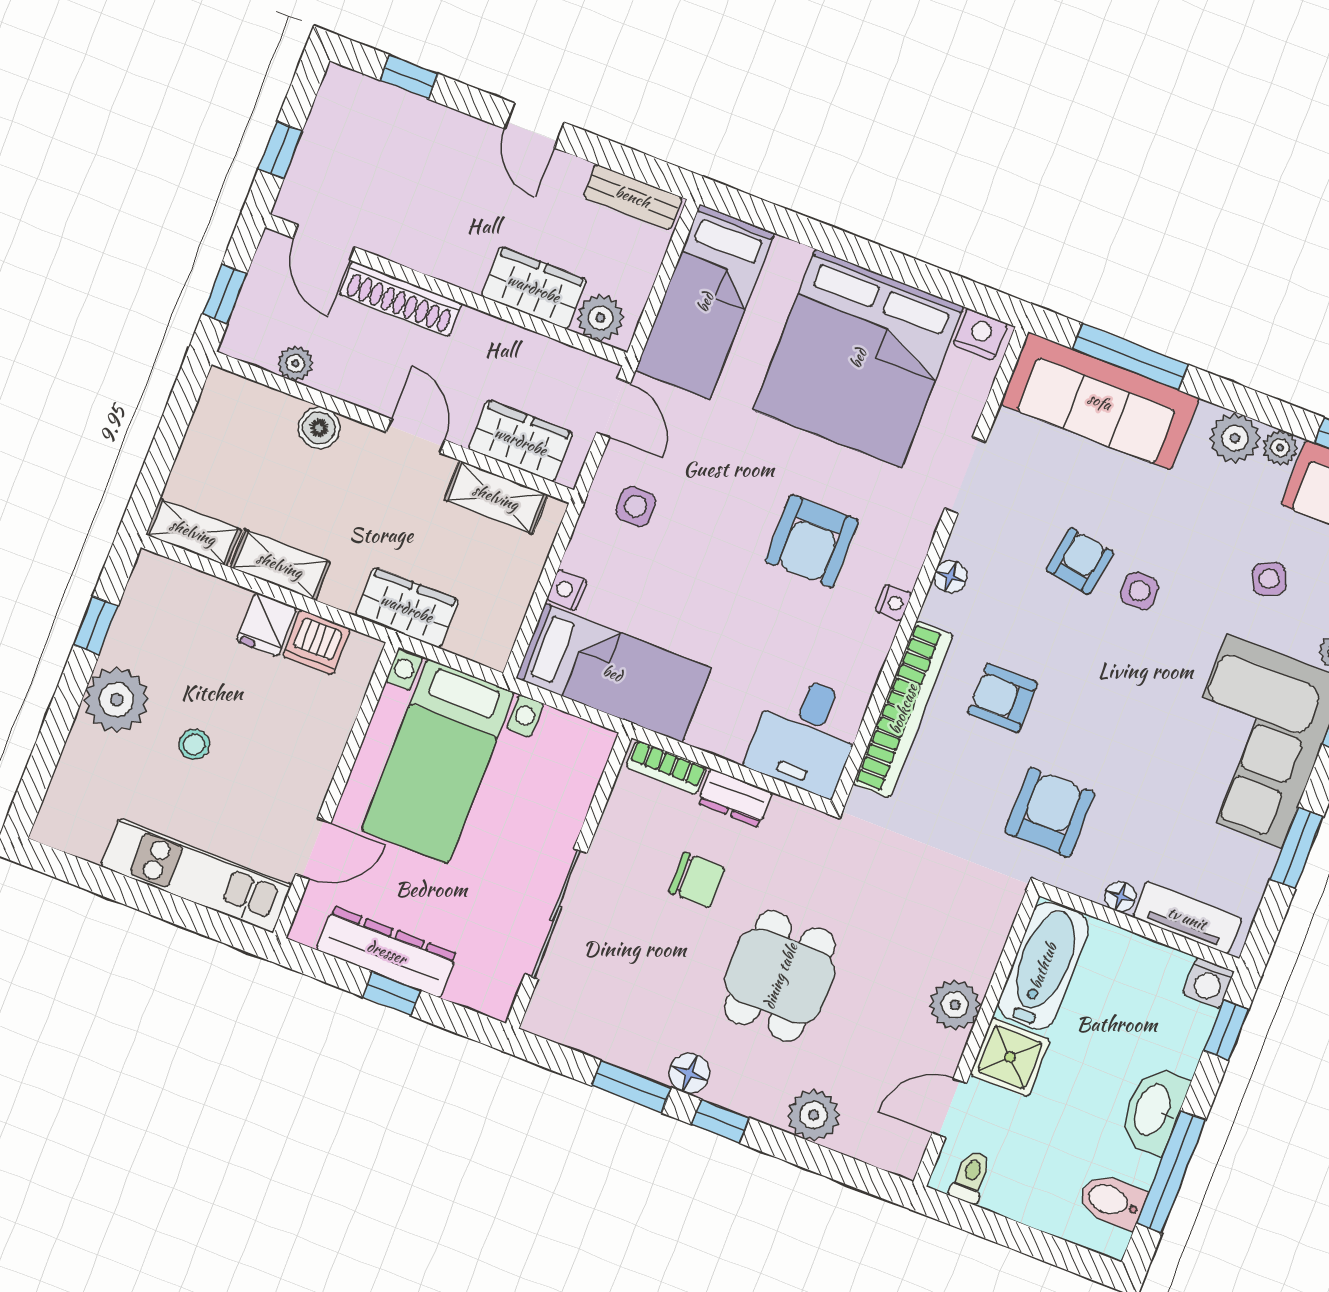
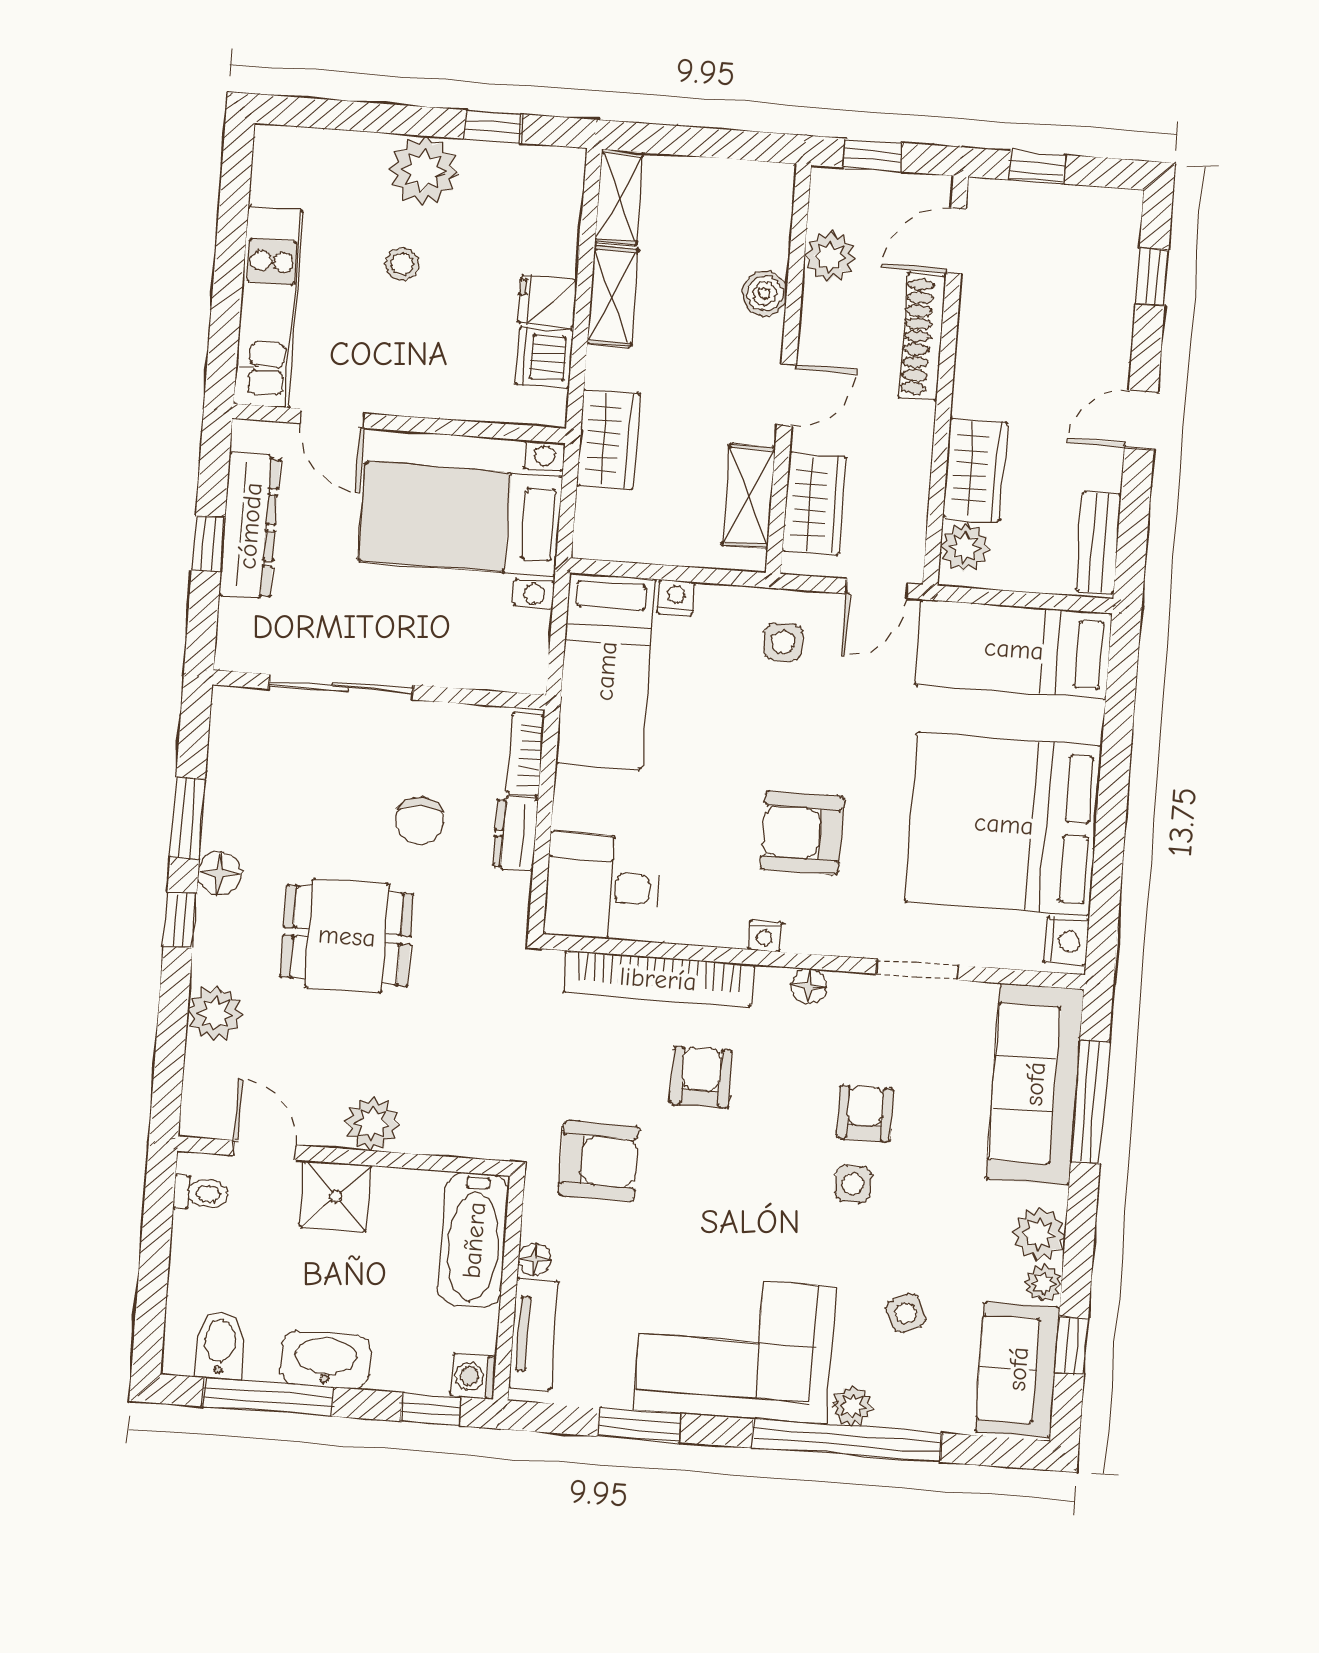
plant: (295, 363) -> (830, 257), width x1.38, depth x1.38
armchair: (1080, 561) -> (865, 1113), turned -99
bathtub: (1043, 966) -> (474, 1240), moved, turned 90

